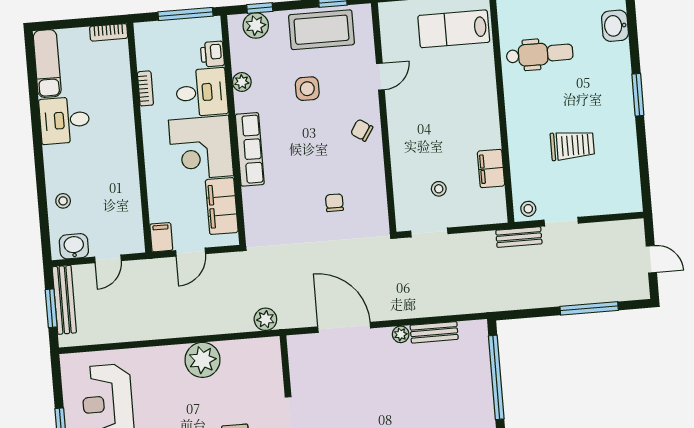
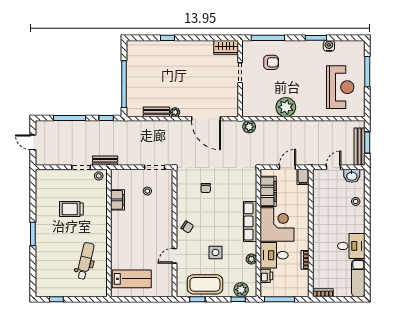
washbasin: (615, 26) -> (42, 273), removed
dental chair: (540, 54) -> (85, 261), turned 103
window: (523, 314) -> (106, 118), added

